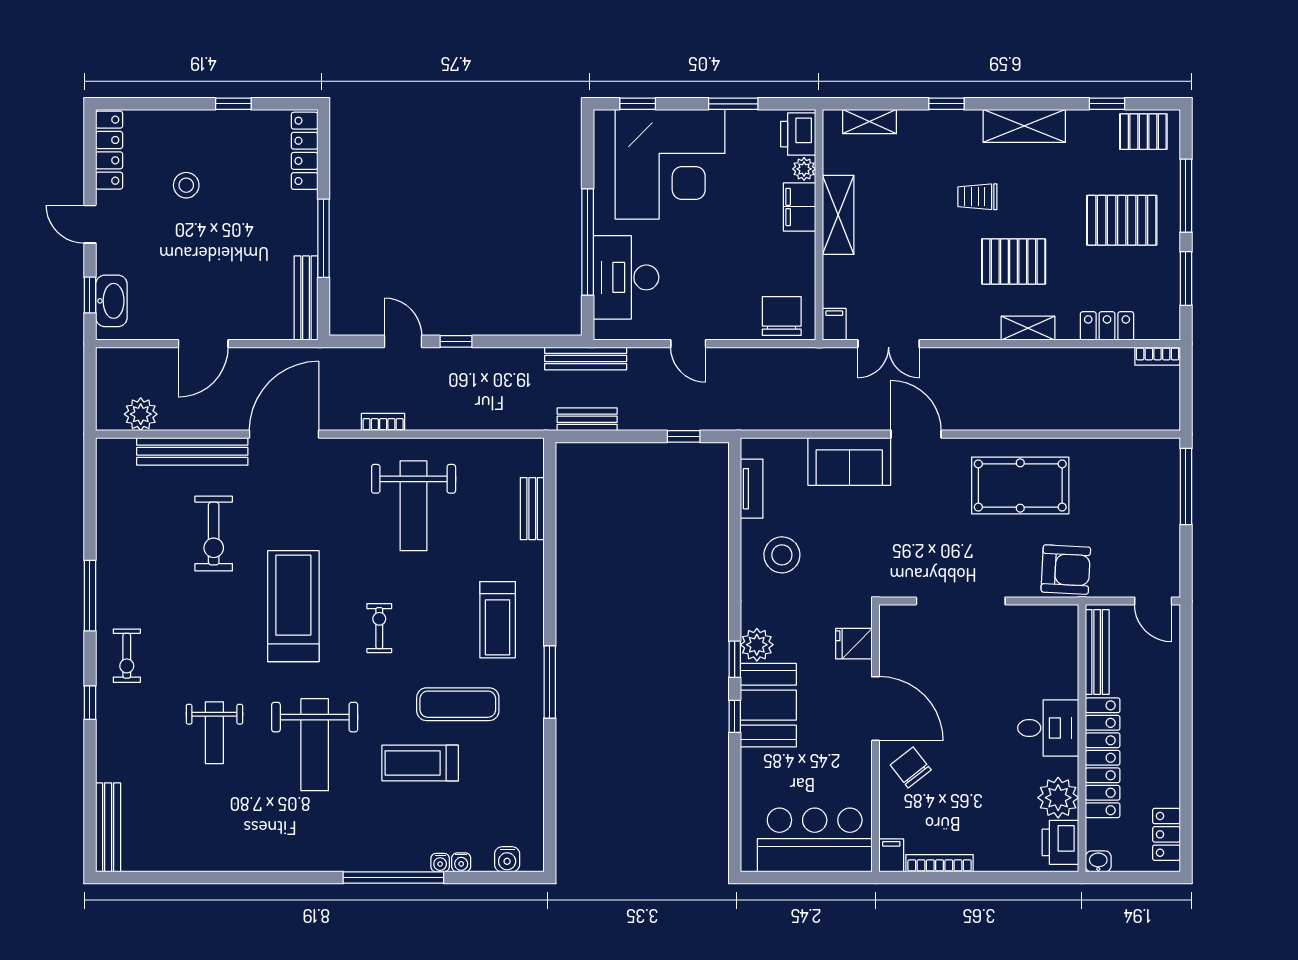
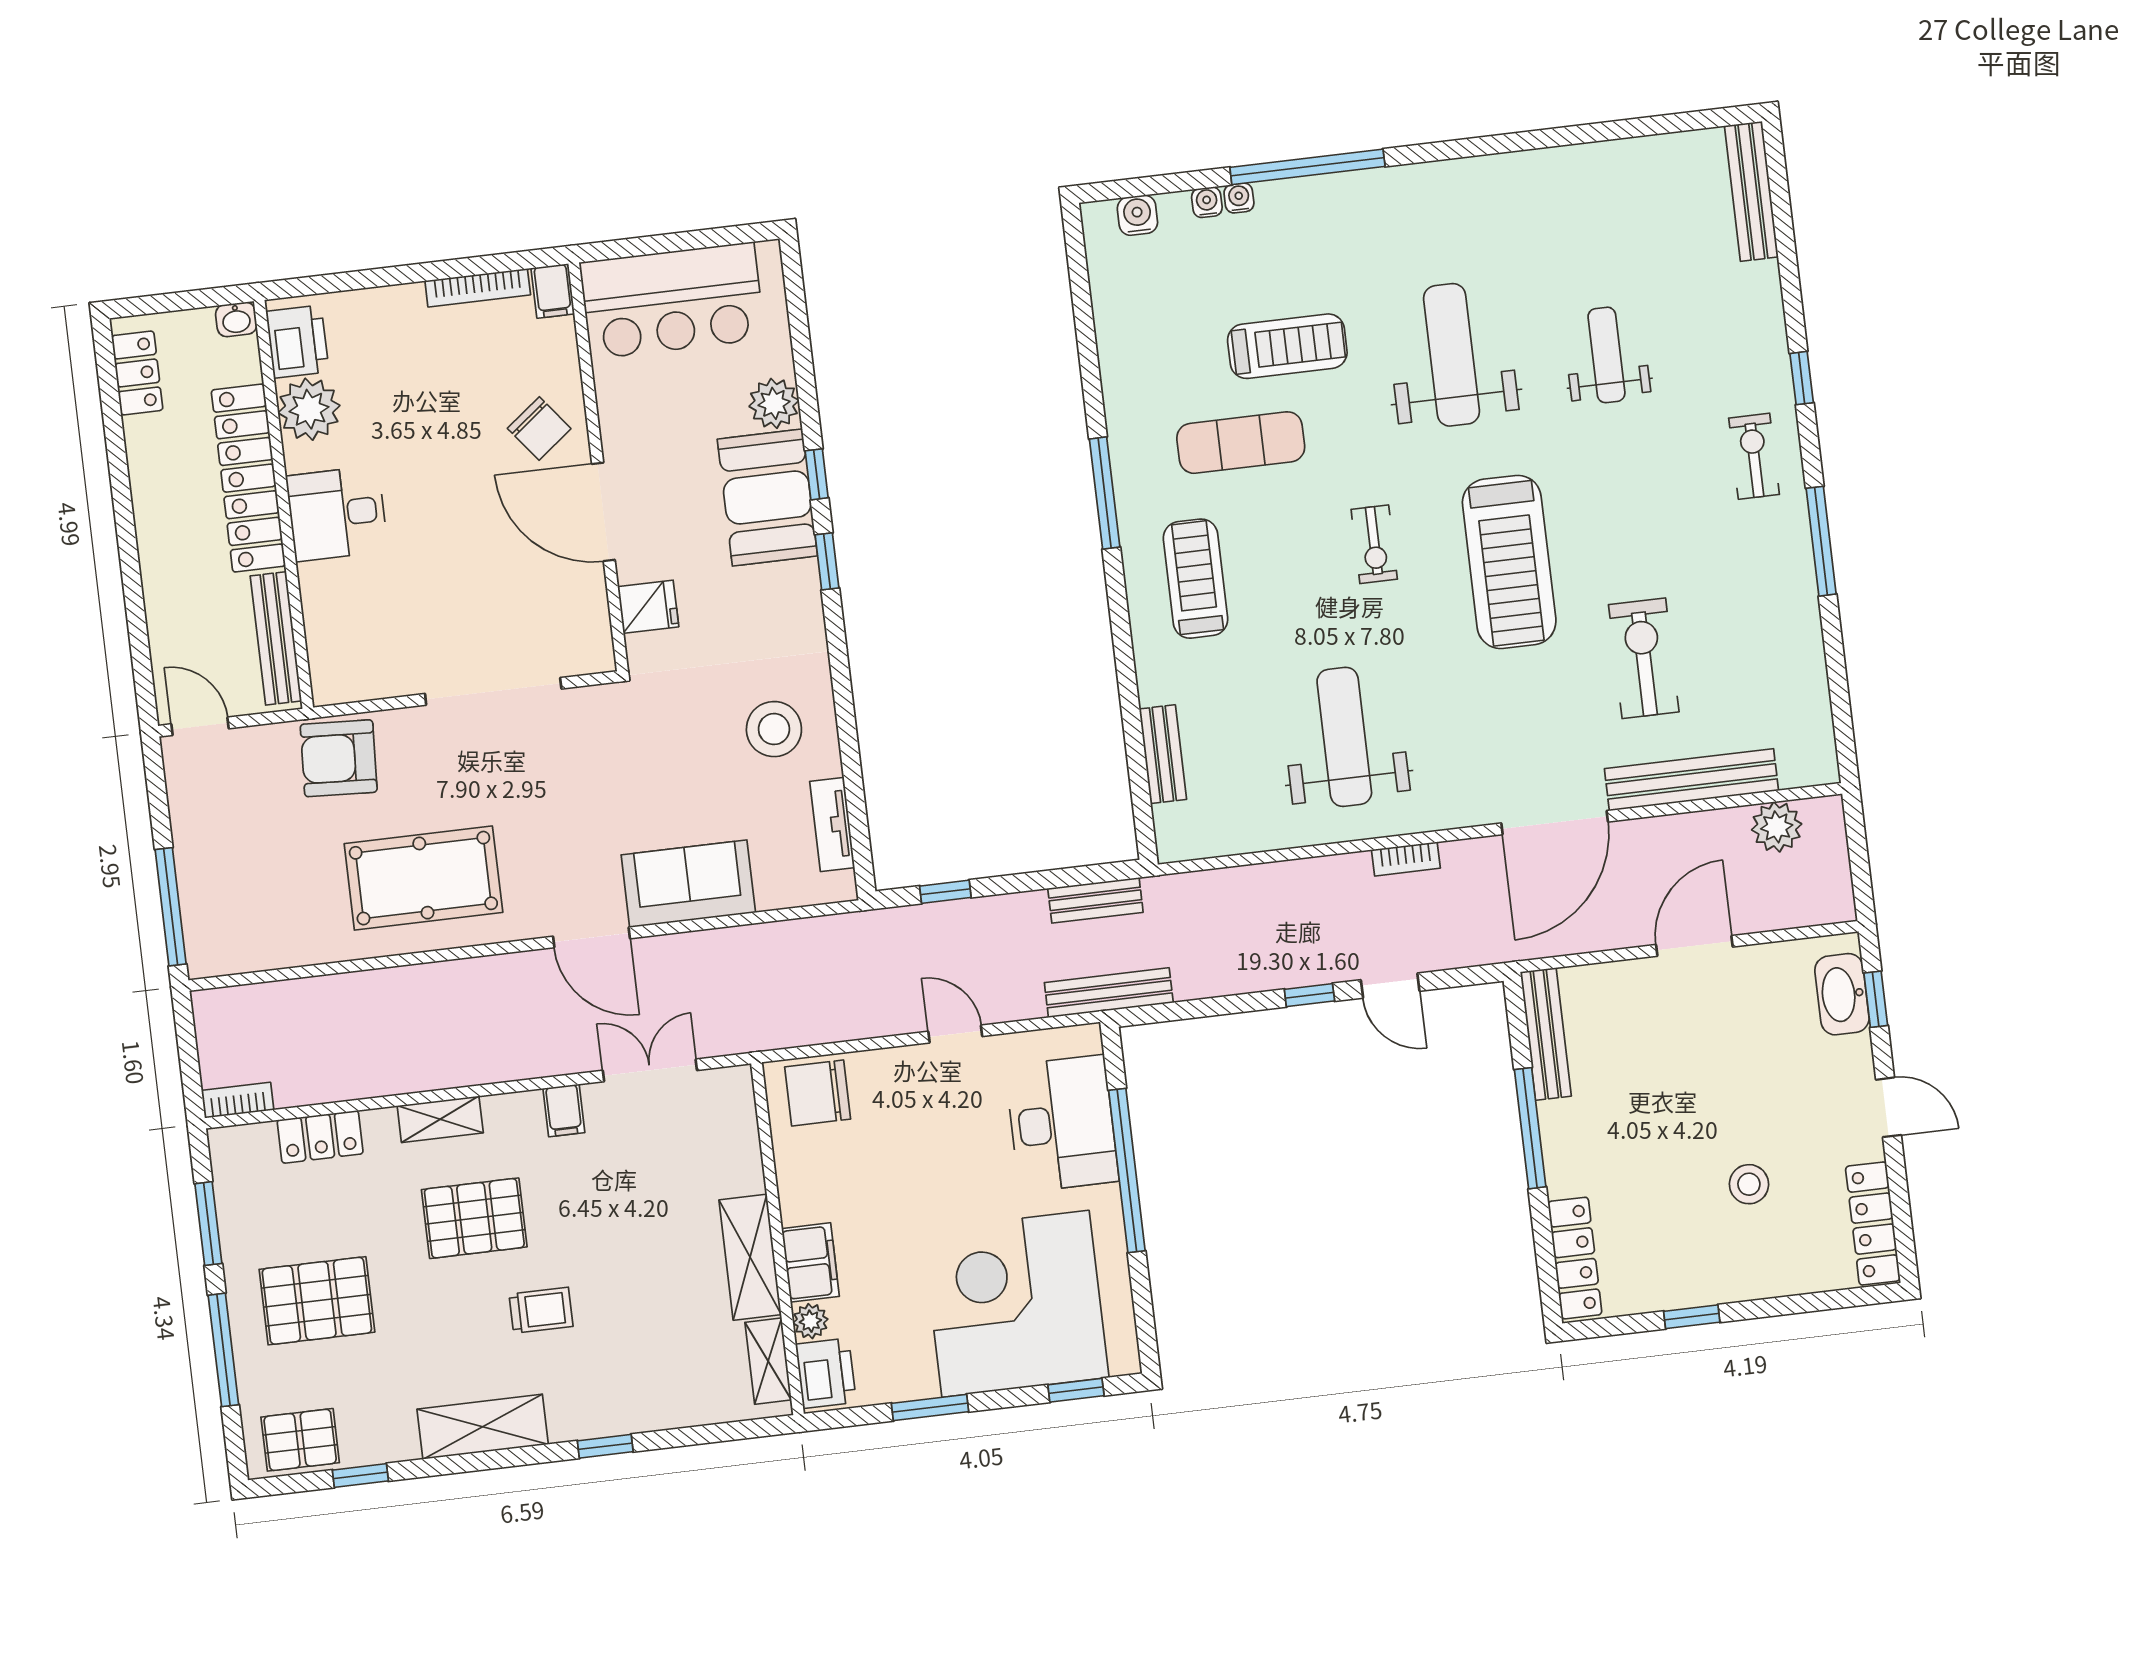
shelving: (870, 122) -> (768, 1361), moved, turned 90
chair: (782, 316) -> (818, 1093), turned 90
filing cabinet: (834, 324) -> (564, 1110), moved
plant: (757, 645) -> (774, 403), moved

